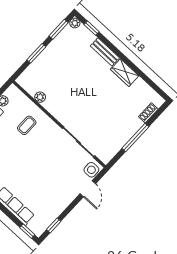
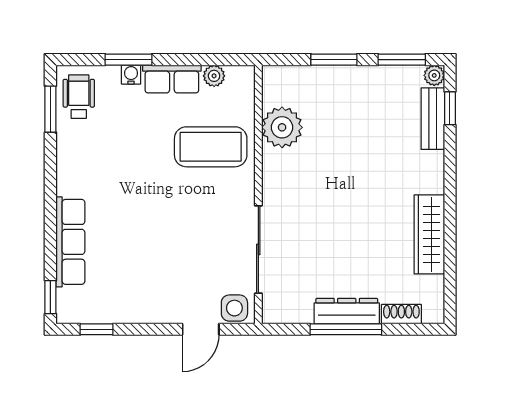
bench: (105, 52) -> (433, 119), moved
wardrobe: (125, 73) -> (429, 234), width x1.50
plant: (40, 97) -> (282, 127), width x1.88, depth x1.88
coffee table: (27, 125) -> (211, 147), width x1.86, depth x1.72
dresser: (129, 131) -> (347, 311), added

